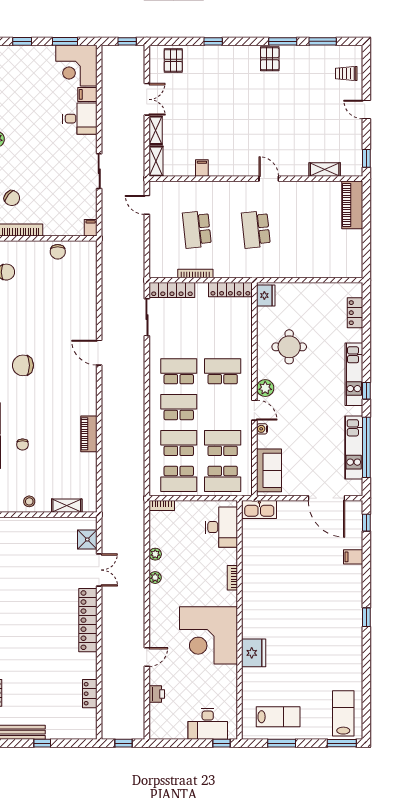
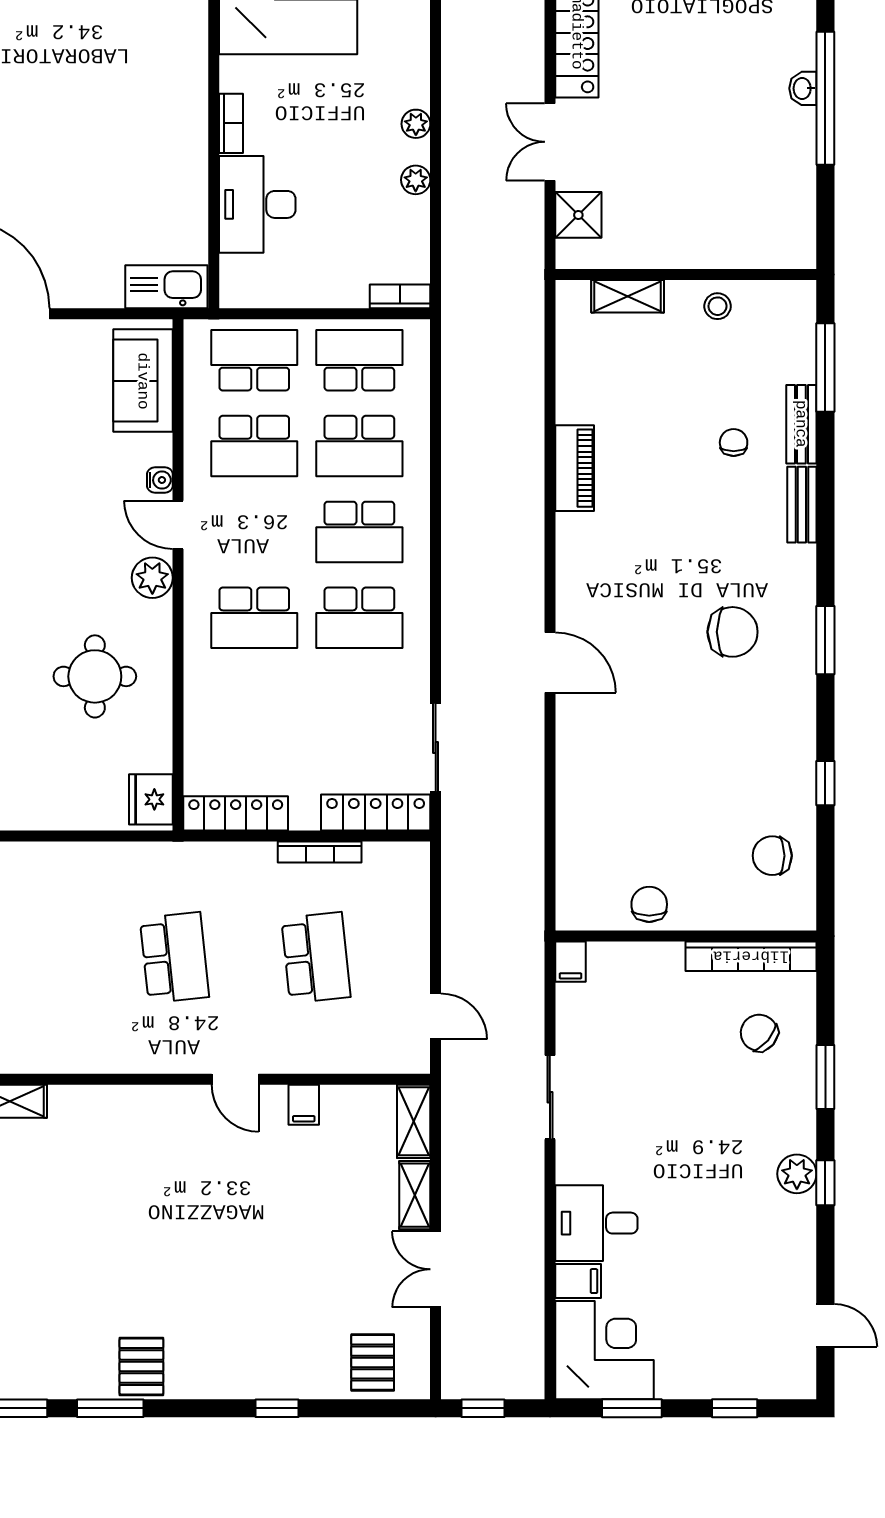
door: (269, 179) -> (235, 1079), moved
desk: (221, 527) -> (257, 204), moved

